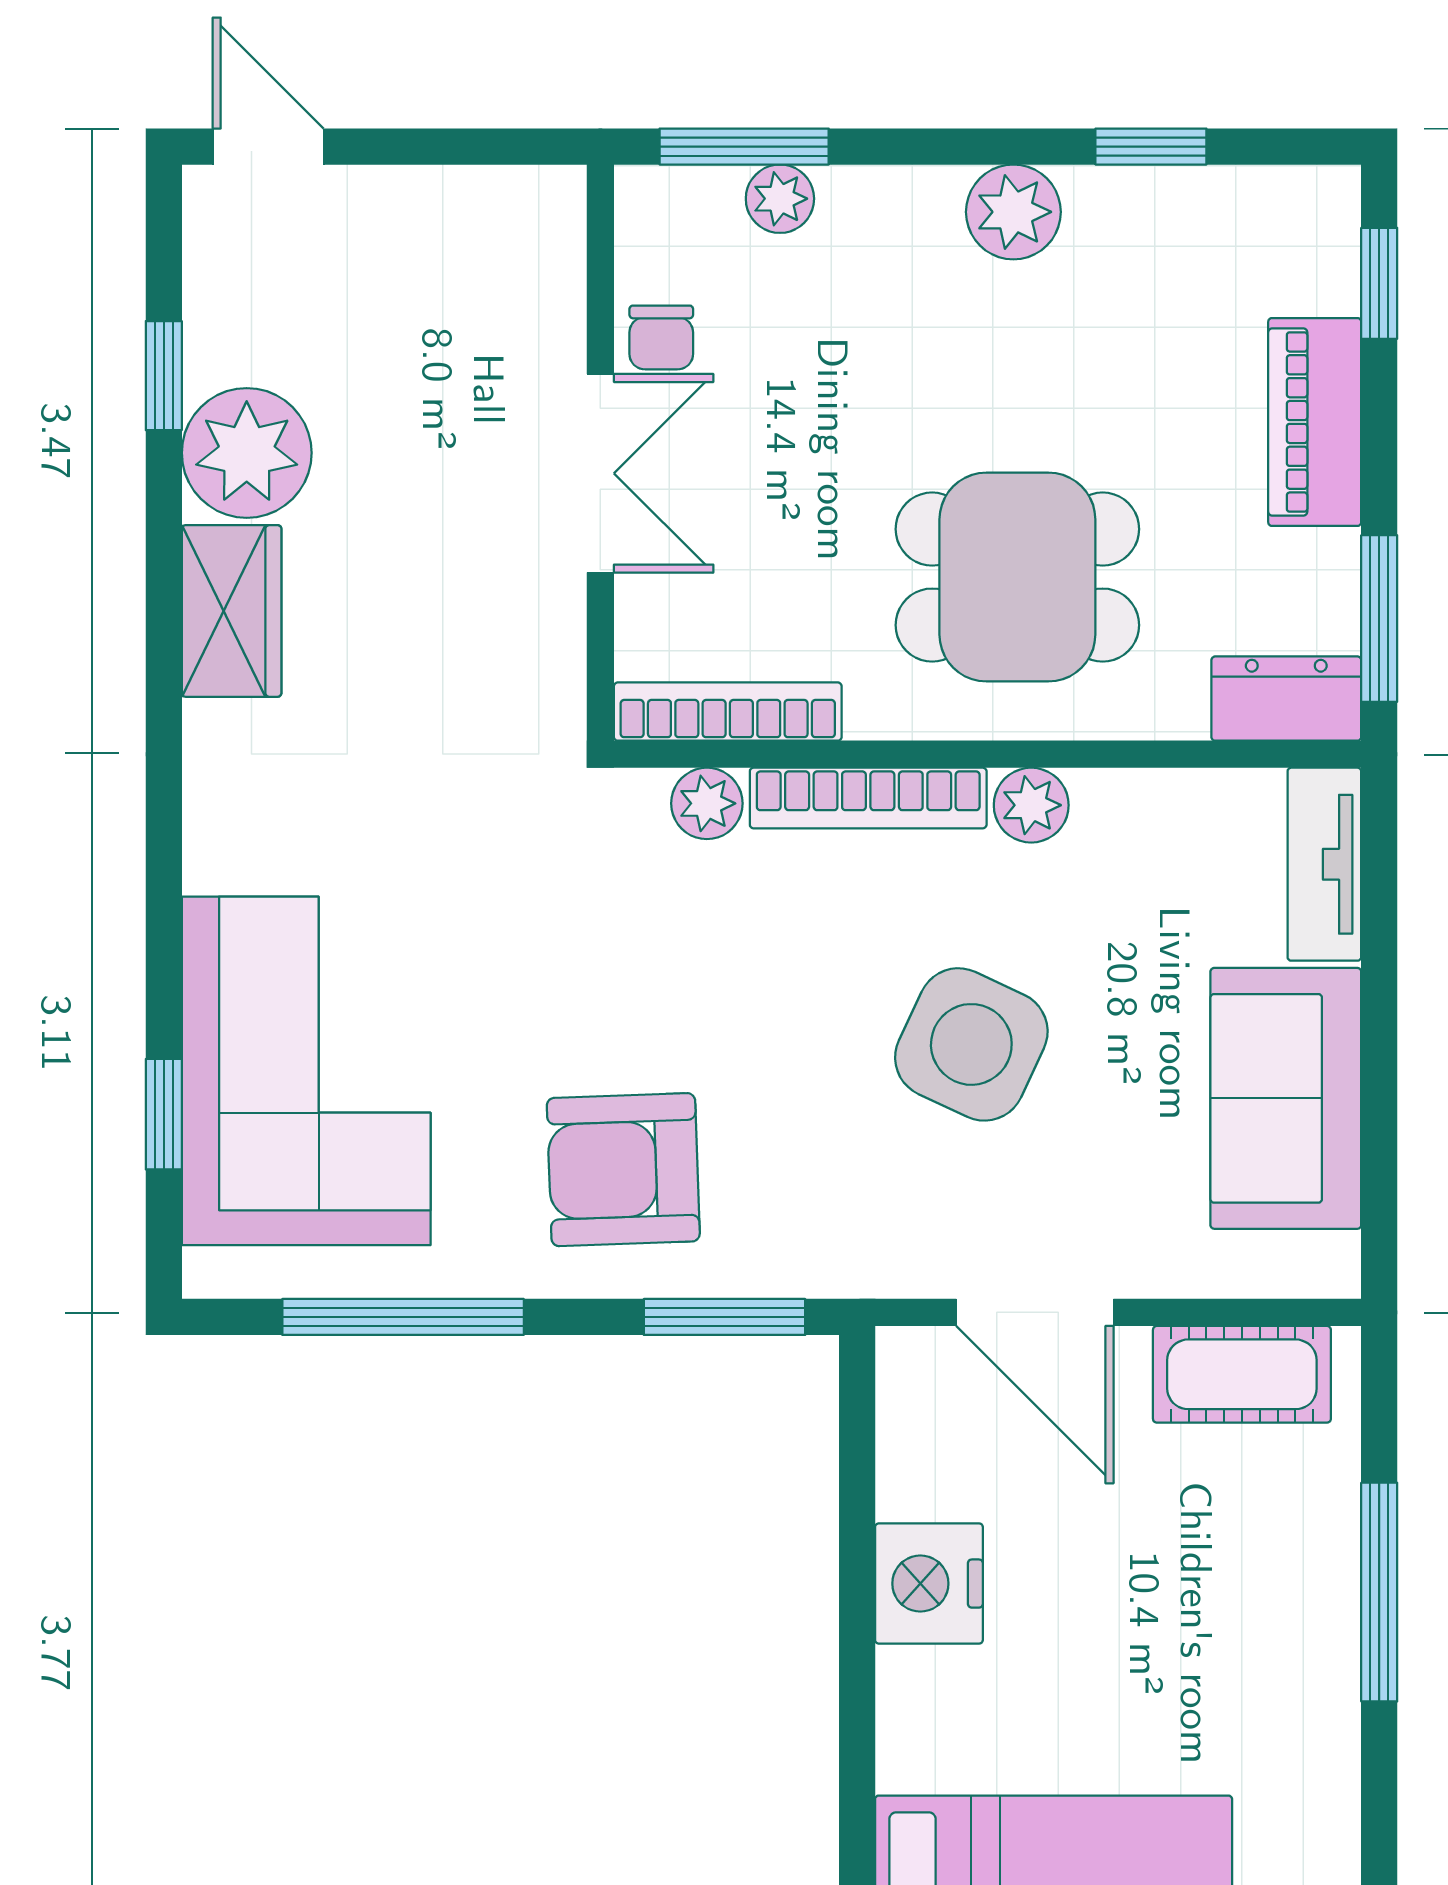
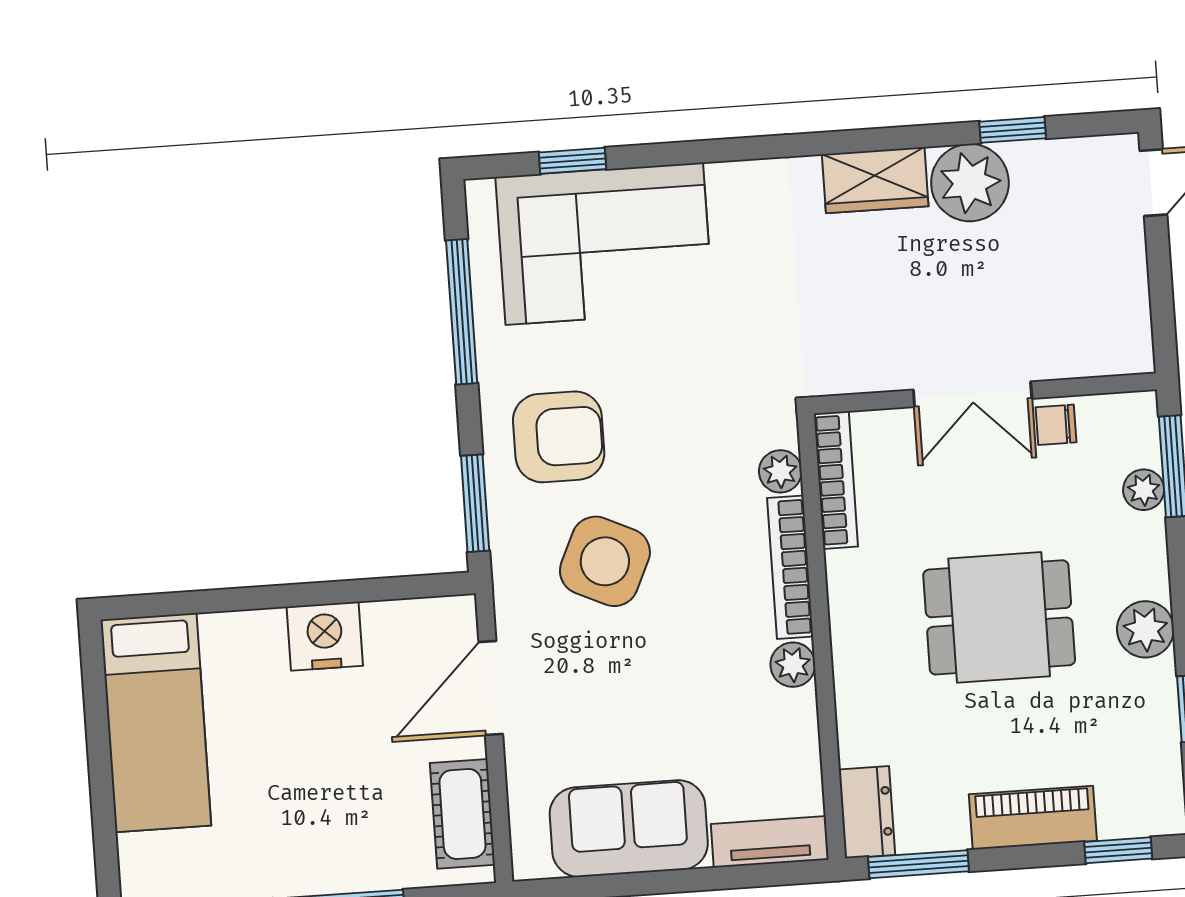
dining table: (1017, 577) -> (999, 617), moved, turned 90
side table: (971, 1044) -> (605, 561), moved
armchair: (623, 1170) -> (559, 437), turned 92

